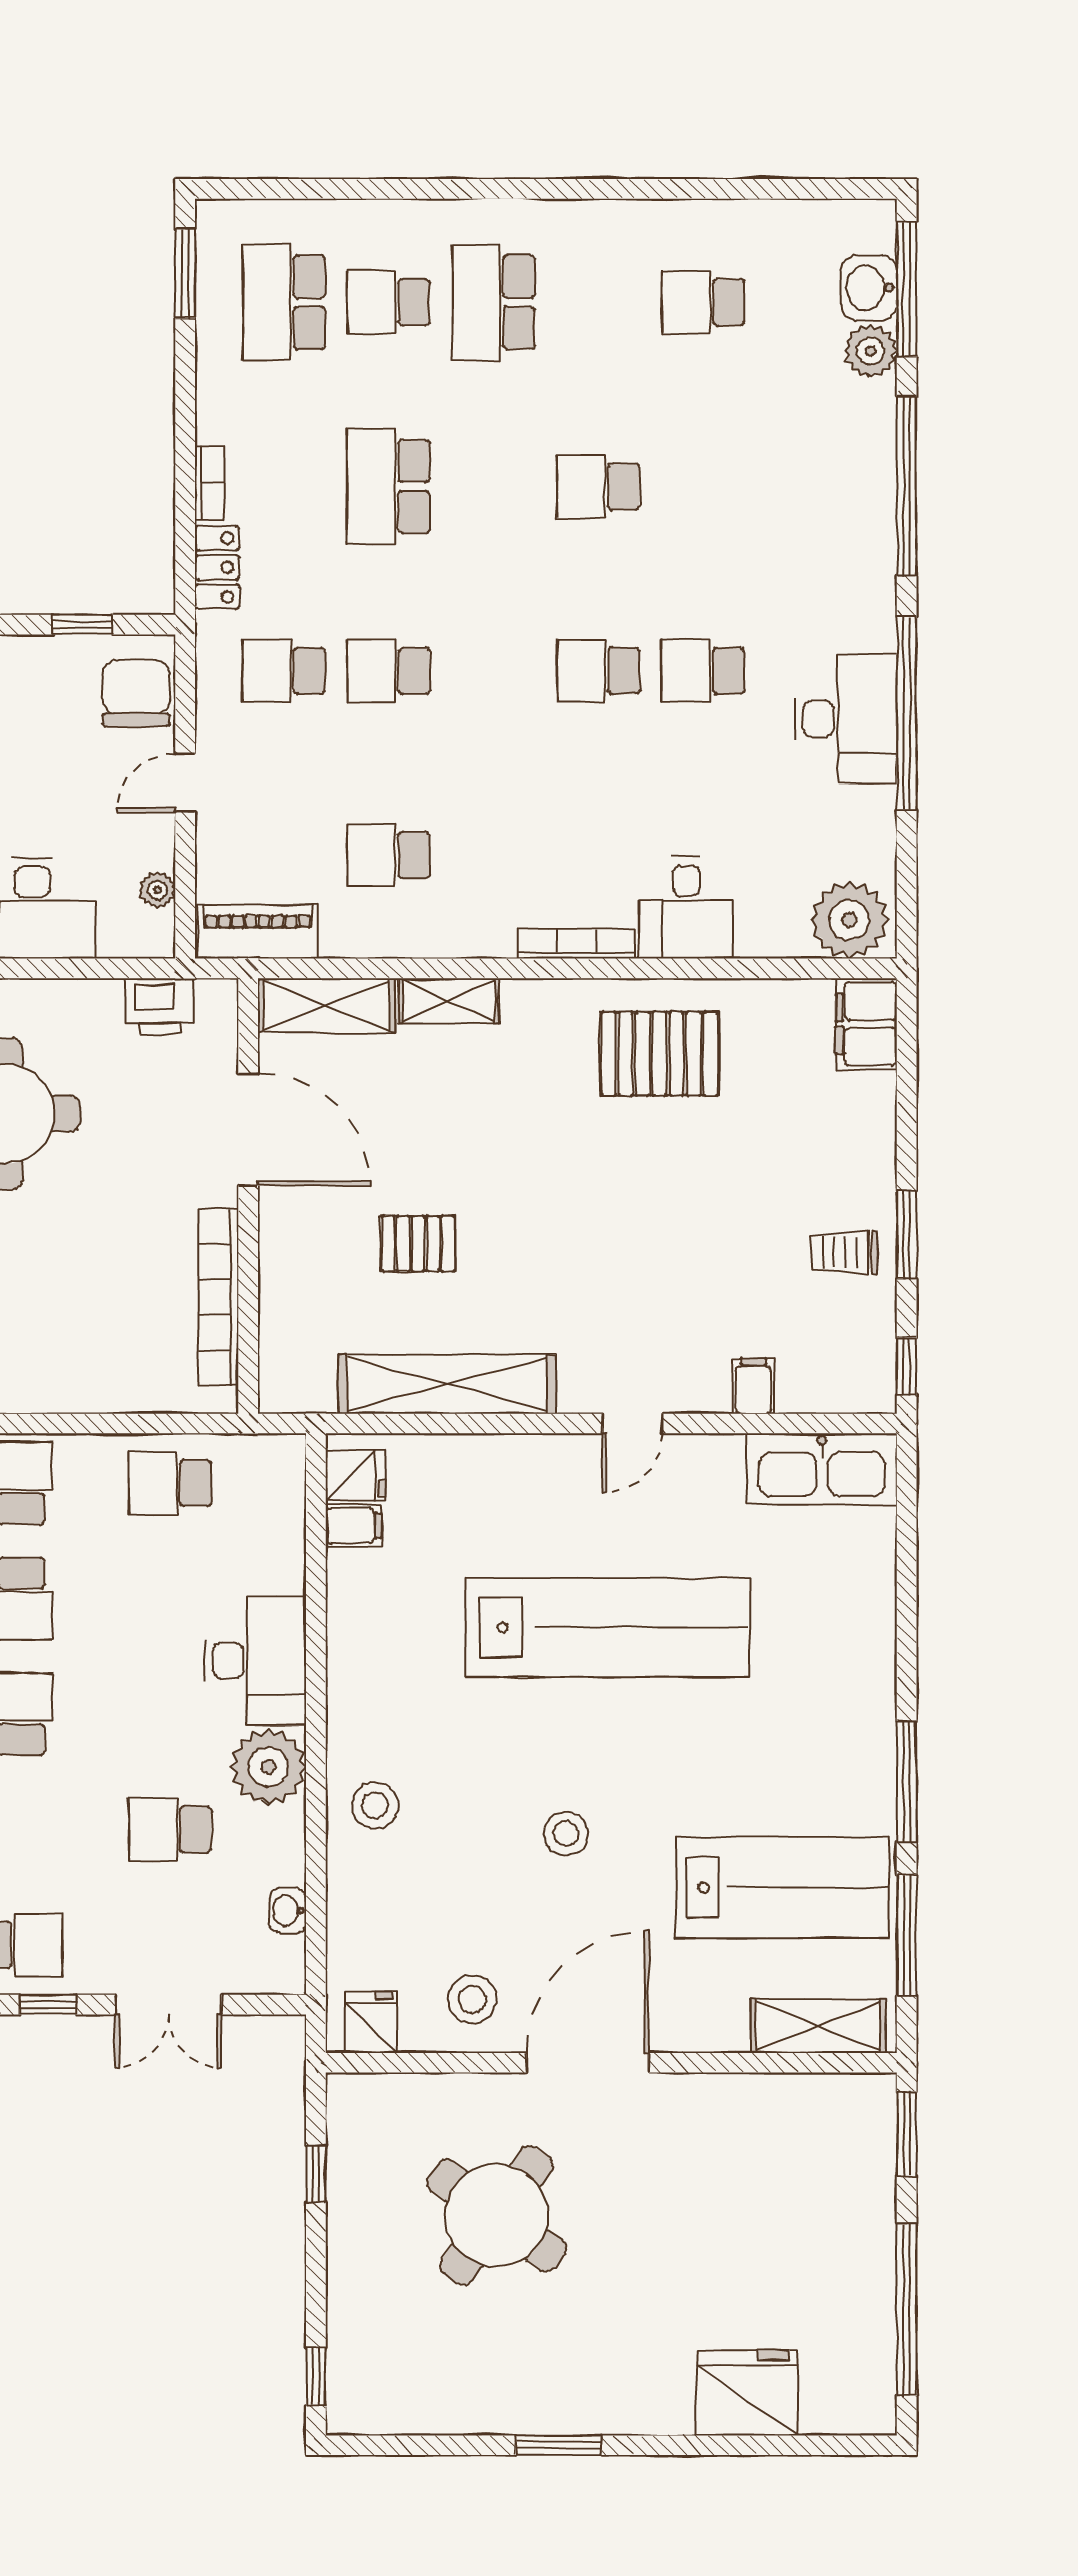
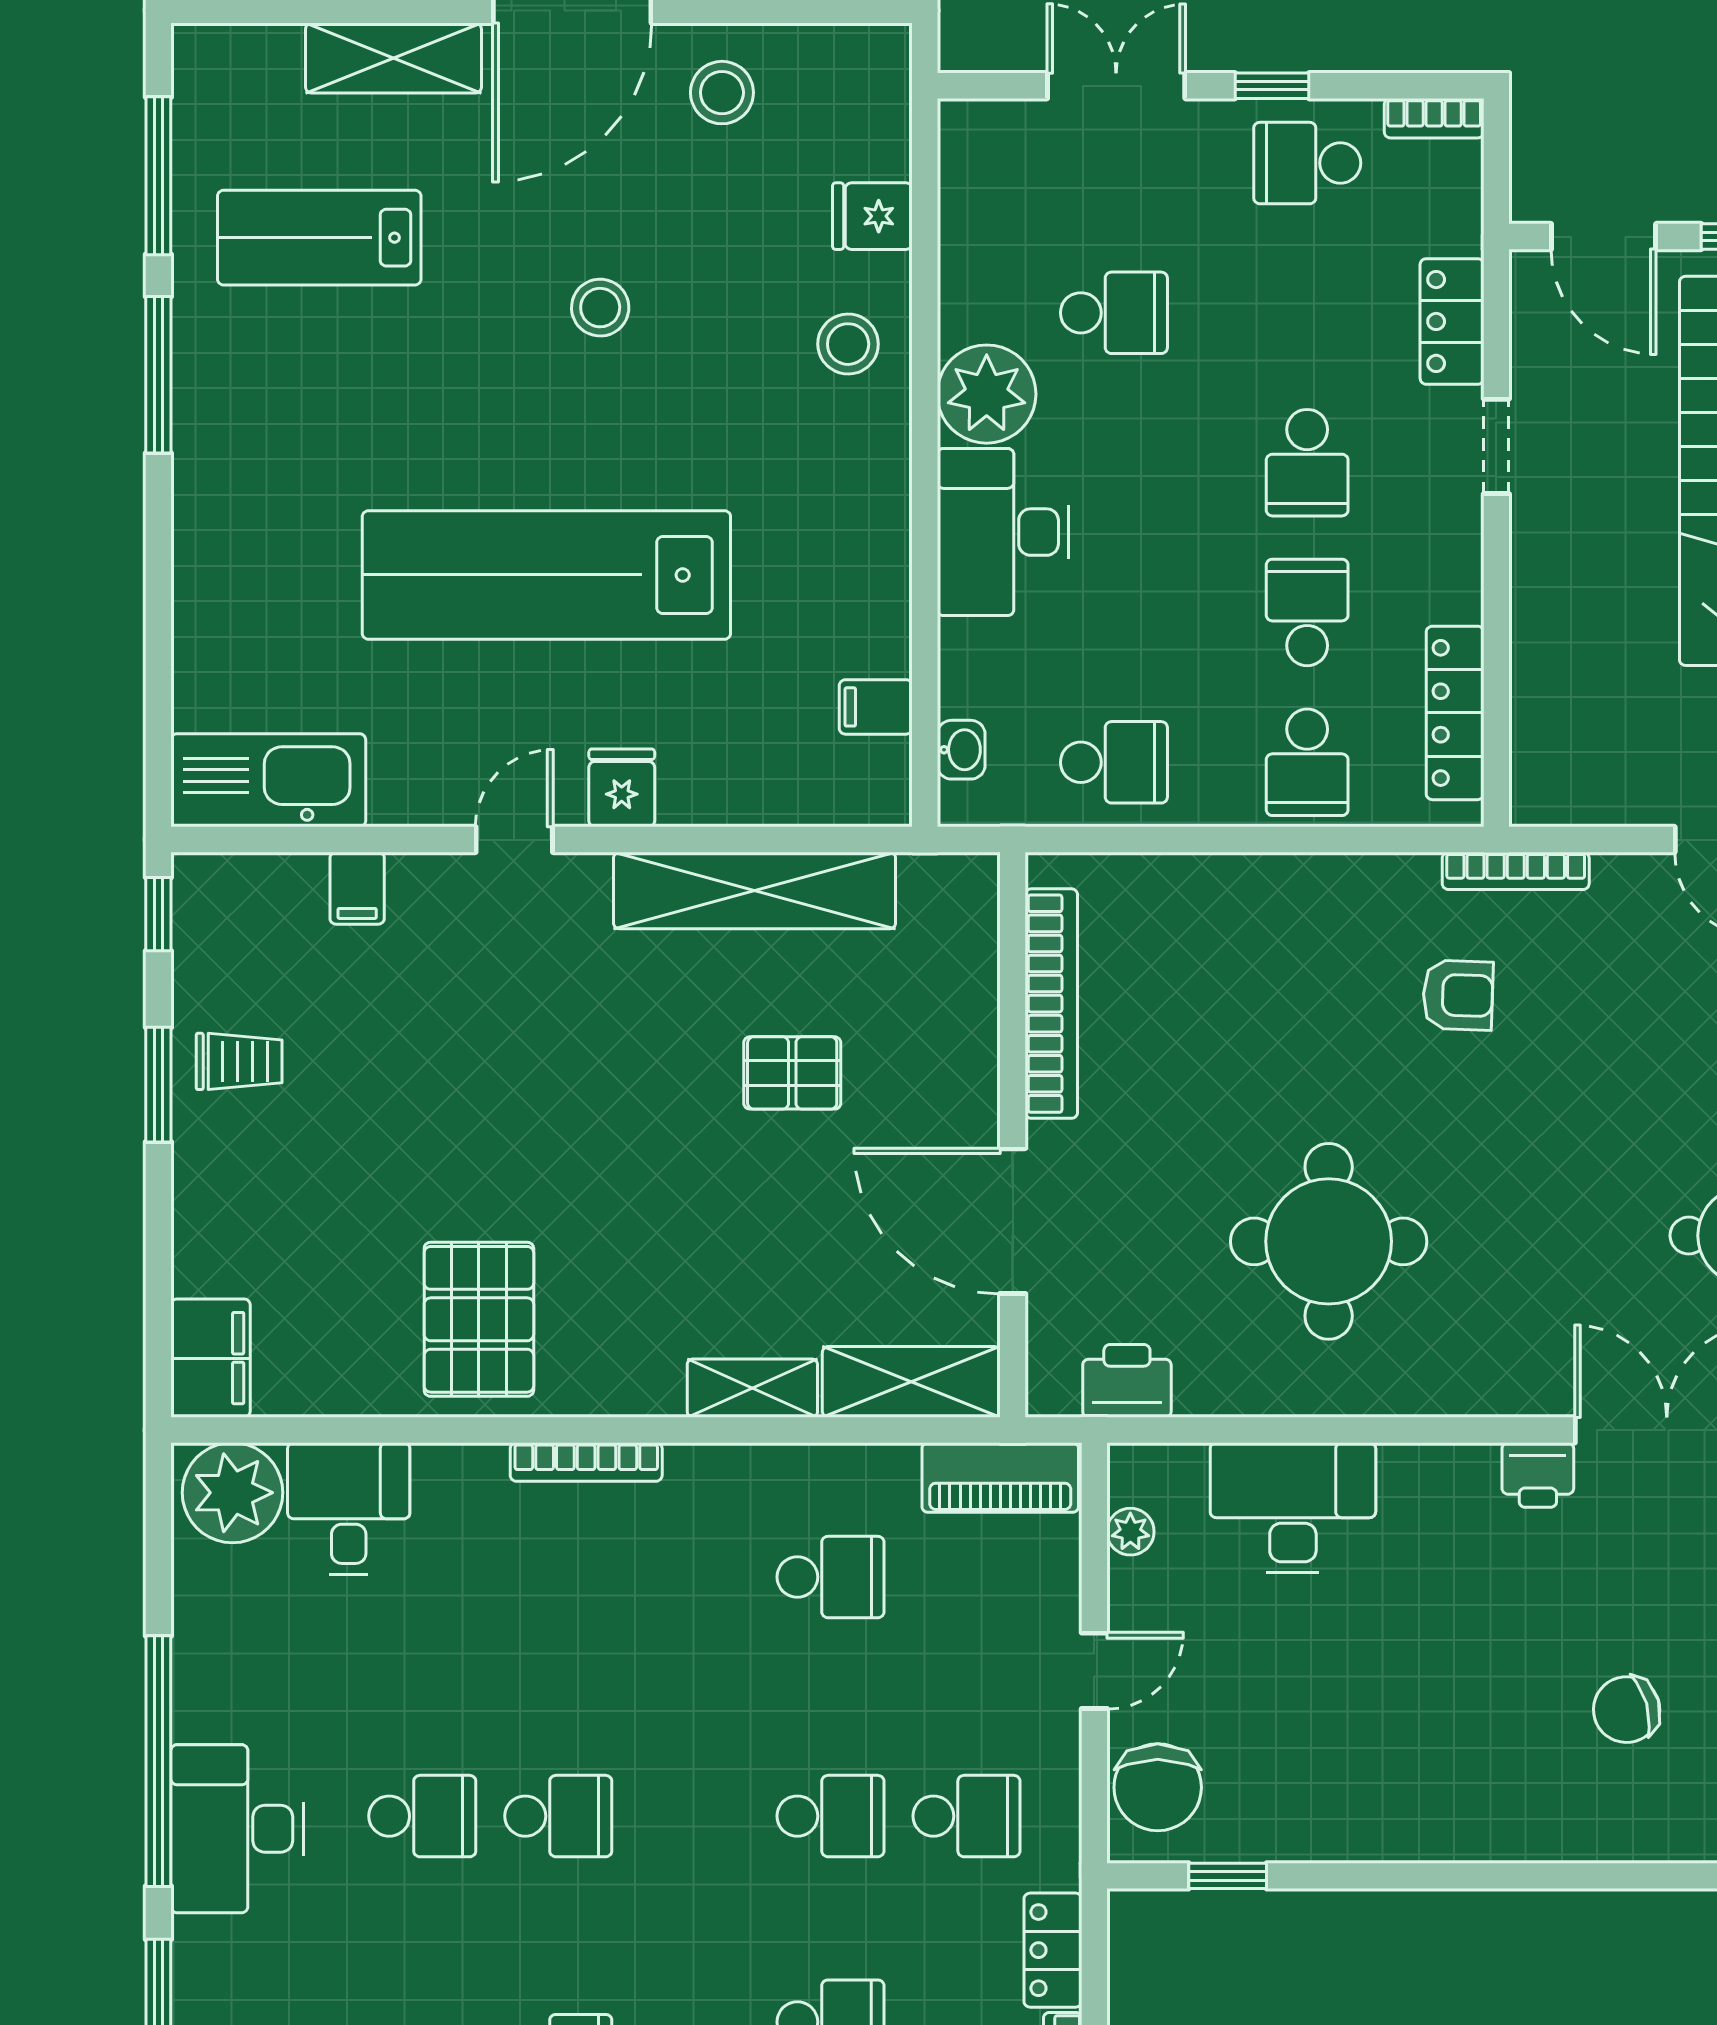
desk: (846, 719) -> (237, 1829), moved
desk: (686, 908) -> (349, 1508), moved
pallet: (660, 1054) -> (479, 1319), turned 90
fridge: (356, 1476) -> (622, 788), moved, turned 90
lab bench: (783, 1888) -> (319, 238), width x0.73, depth x0.72
washbasin: (288, 1911) -> (961, 750), moved
fridge: (371, 2022) -> (872, 216), moved, turned 90
shelving: (818, 2026) -> (393, 58), moved

